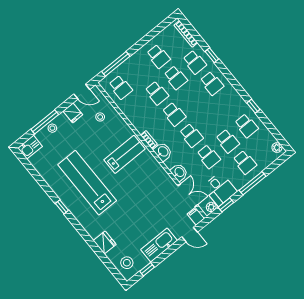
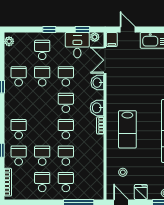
school desk: (121, 87) -> (66, 182), moved
lab bench: (124, 154) -> (127, 129), turned -90
window: (252, 183) -> (49, 30), width x0.46

